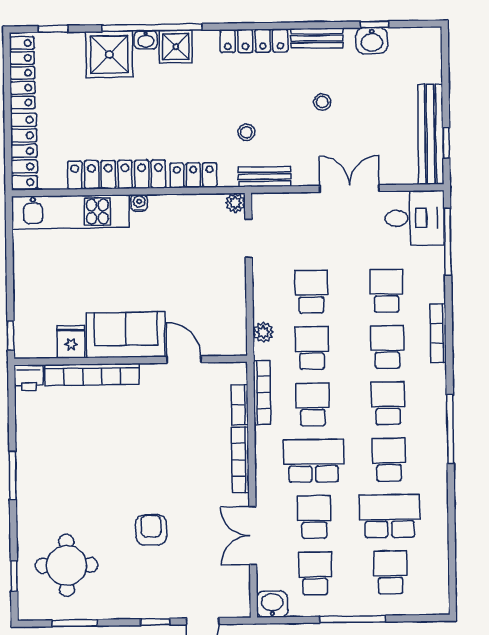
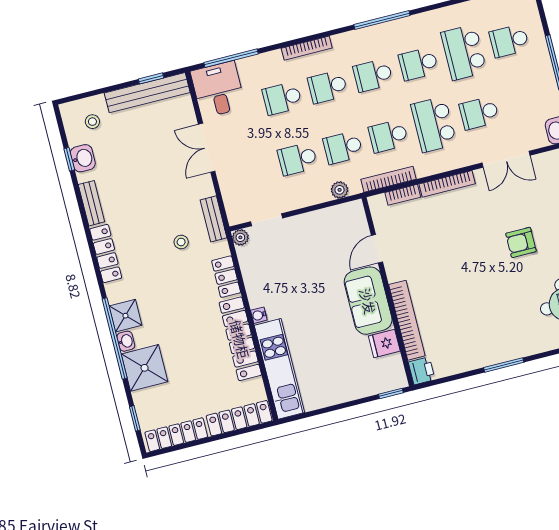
stool: (322, 102) -> (92, 122), moved
school desk: (315, 573) -> (525, 101), removed

